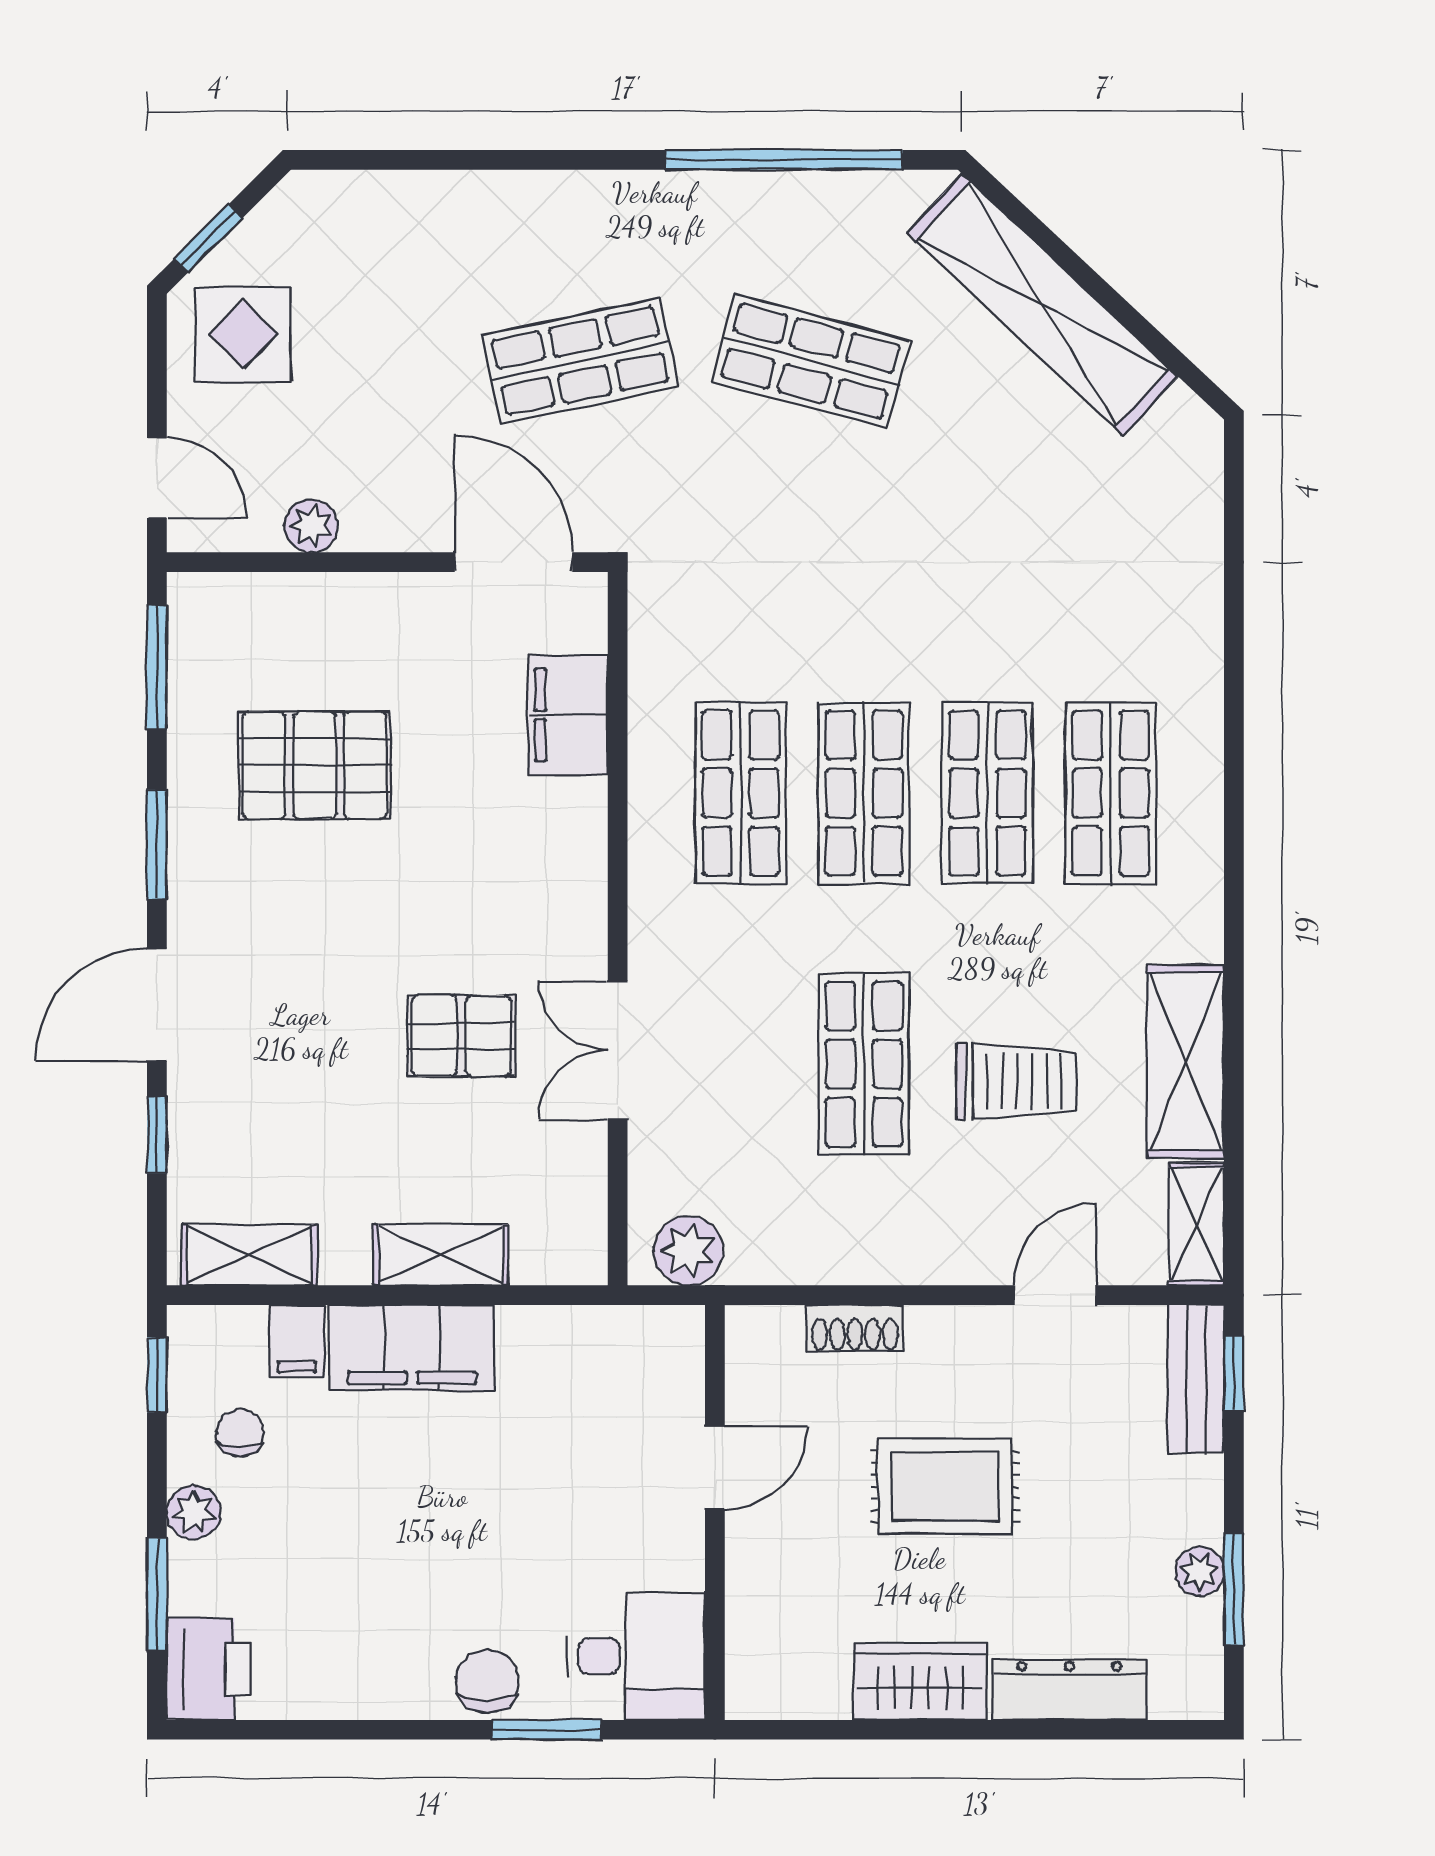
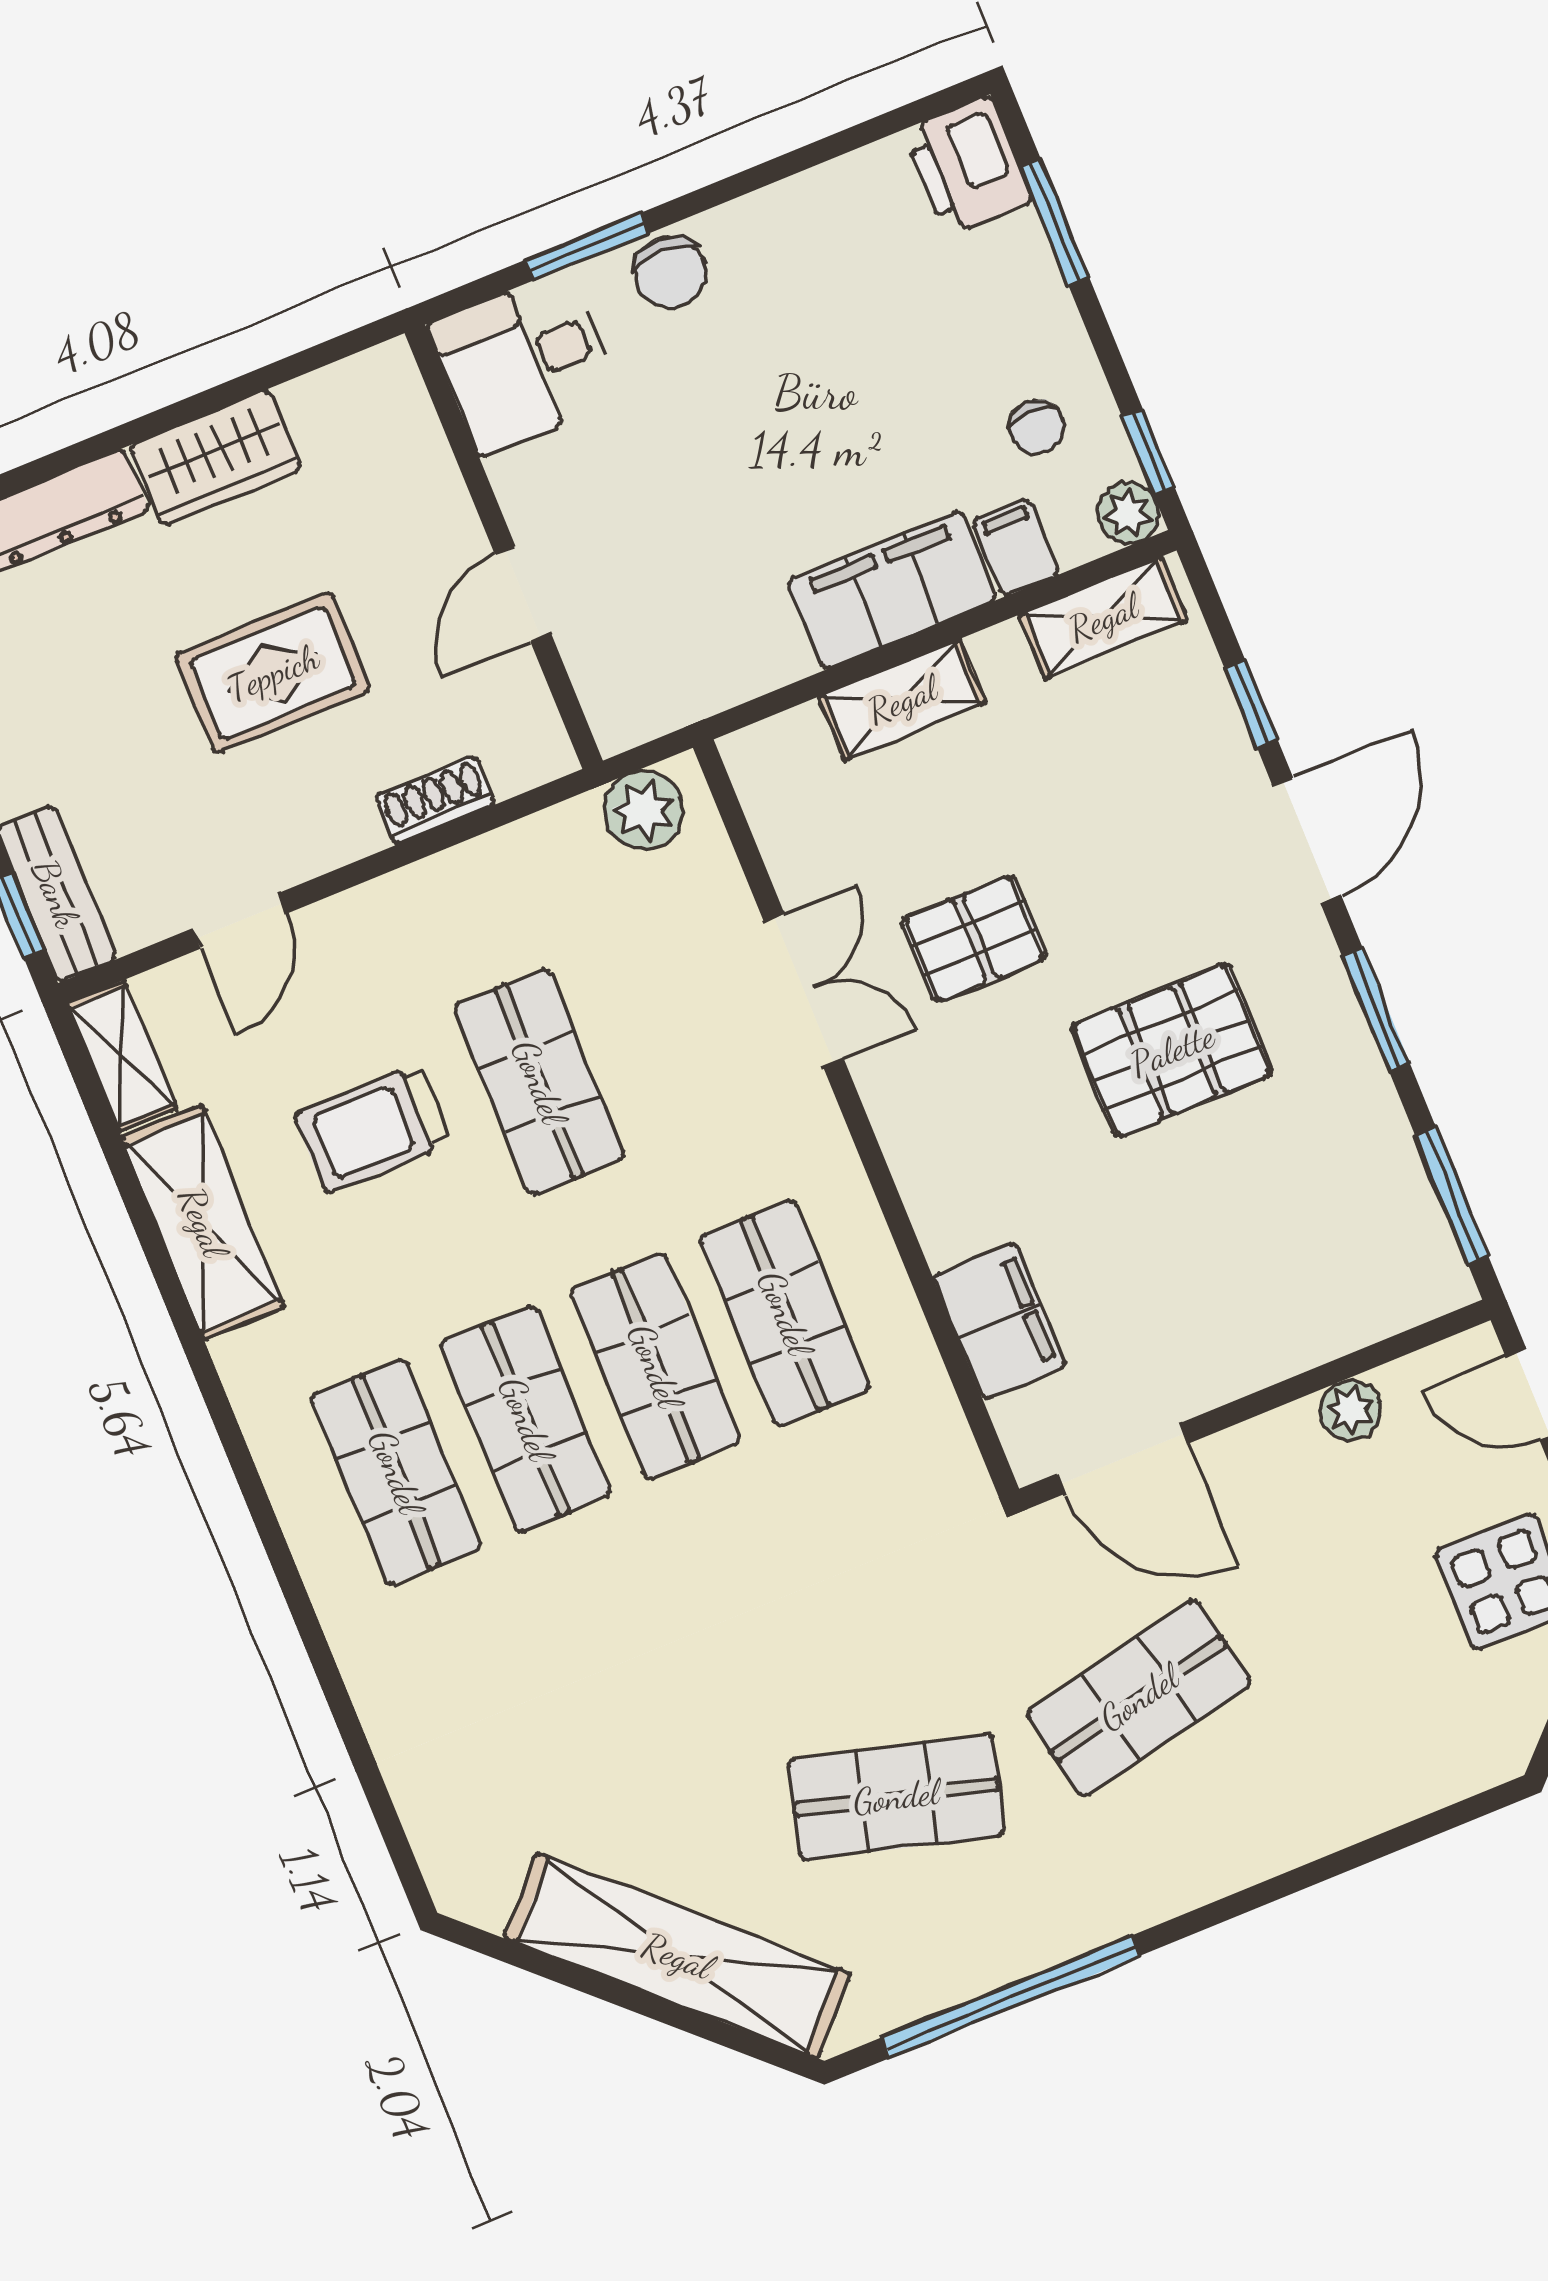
pallet: (315, 765) -> (1172, 1050), moved
plant: (194, 1512) -> (1128, 513), moved

